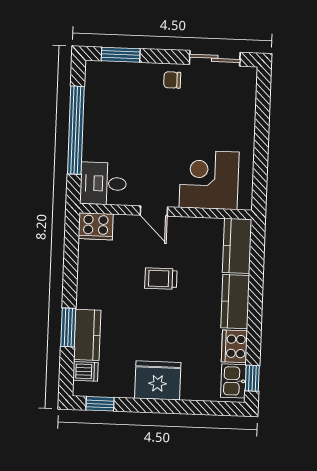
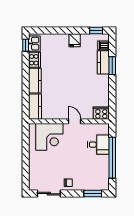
desk: (103, 183) -> (99, 145), moved
trolley: (161, 279) -> (70, 90), removed
fridge: (158, 380) -> (75, 40), width x0.53, depth x0.75

